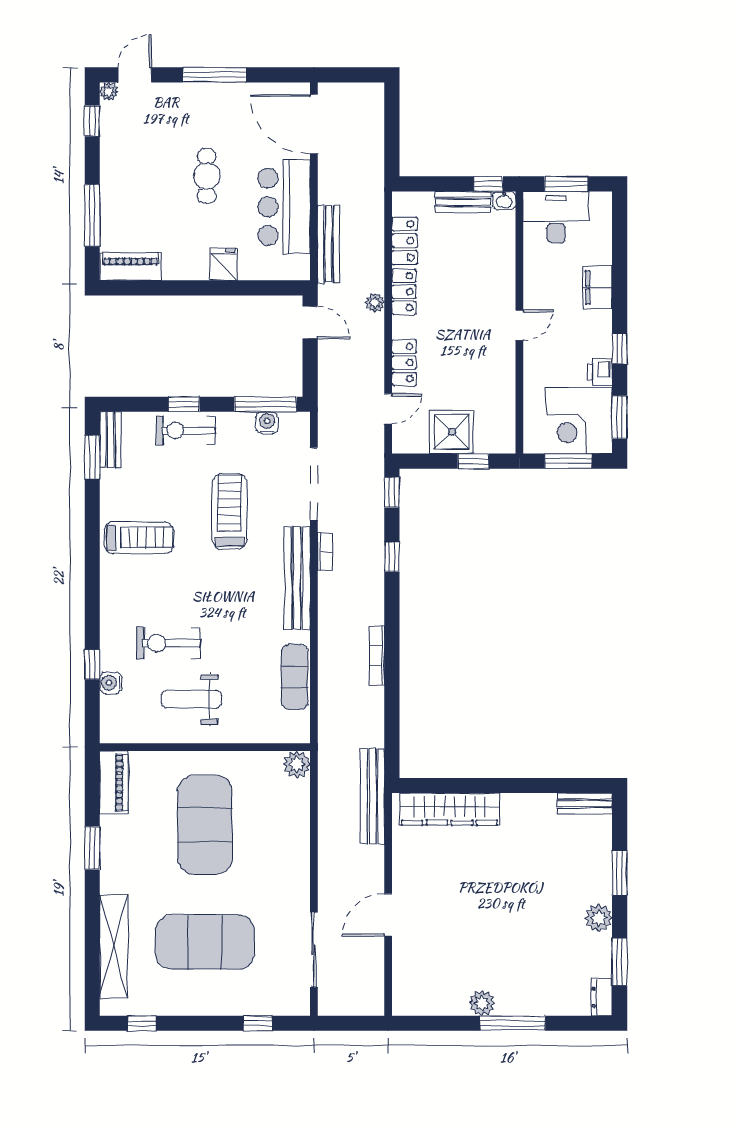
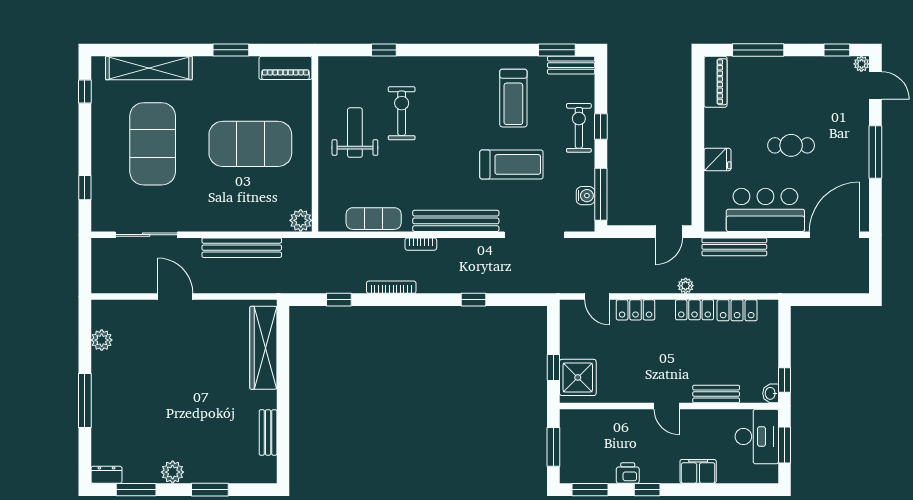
bench: (463, 202) -> (716, 394), moved, turned 90
corner desk: (579, 421) -> (587, 456), removed
shower: (452, 432) -> (578, 377), moved
window: (392, 492) -> (339, 300), moved
treadmill: (139, 538) -> (513, 98), moved
bookcase: (325, 552) -> (421, 244), moved
water cooler: (111, 683) -> (369, 65), removed
bench: (373, 796) -> (242, 248), moved
bench: (585, 803) -> (268, 432), moved
plant: (482, 1003) -> (102, 340), moved

